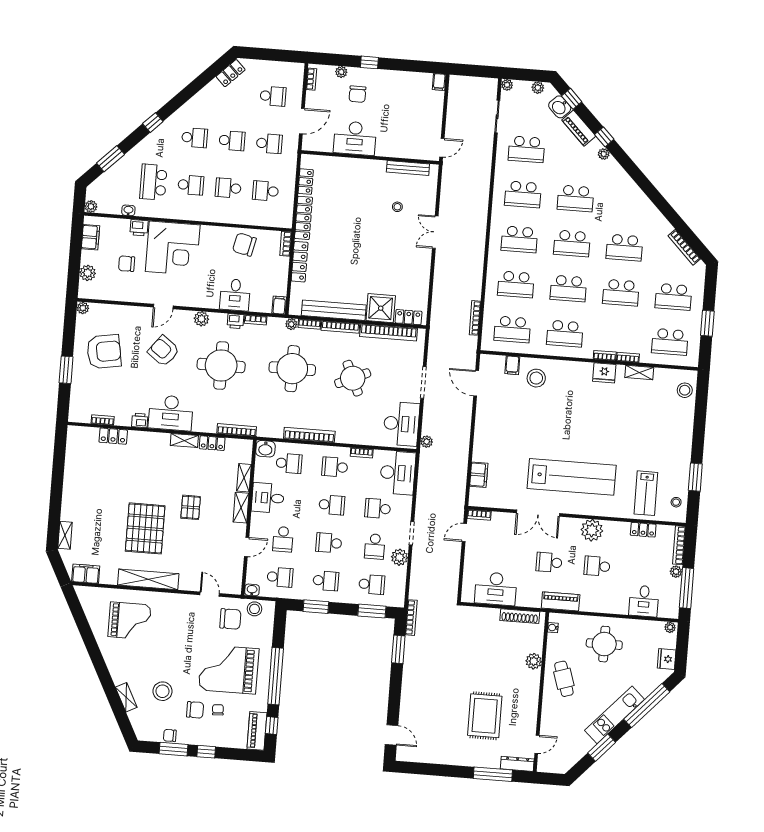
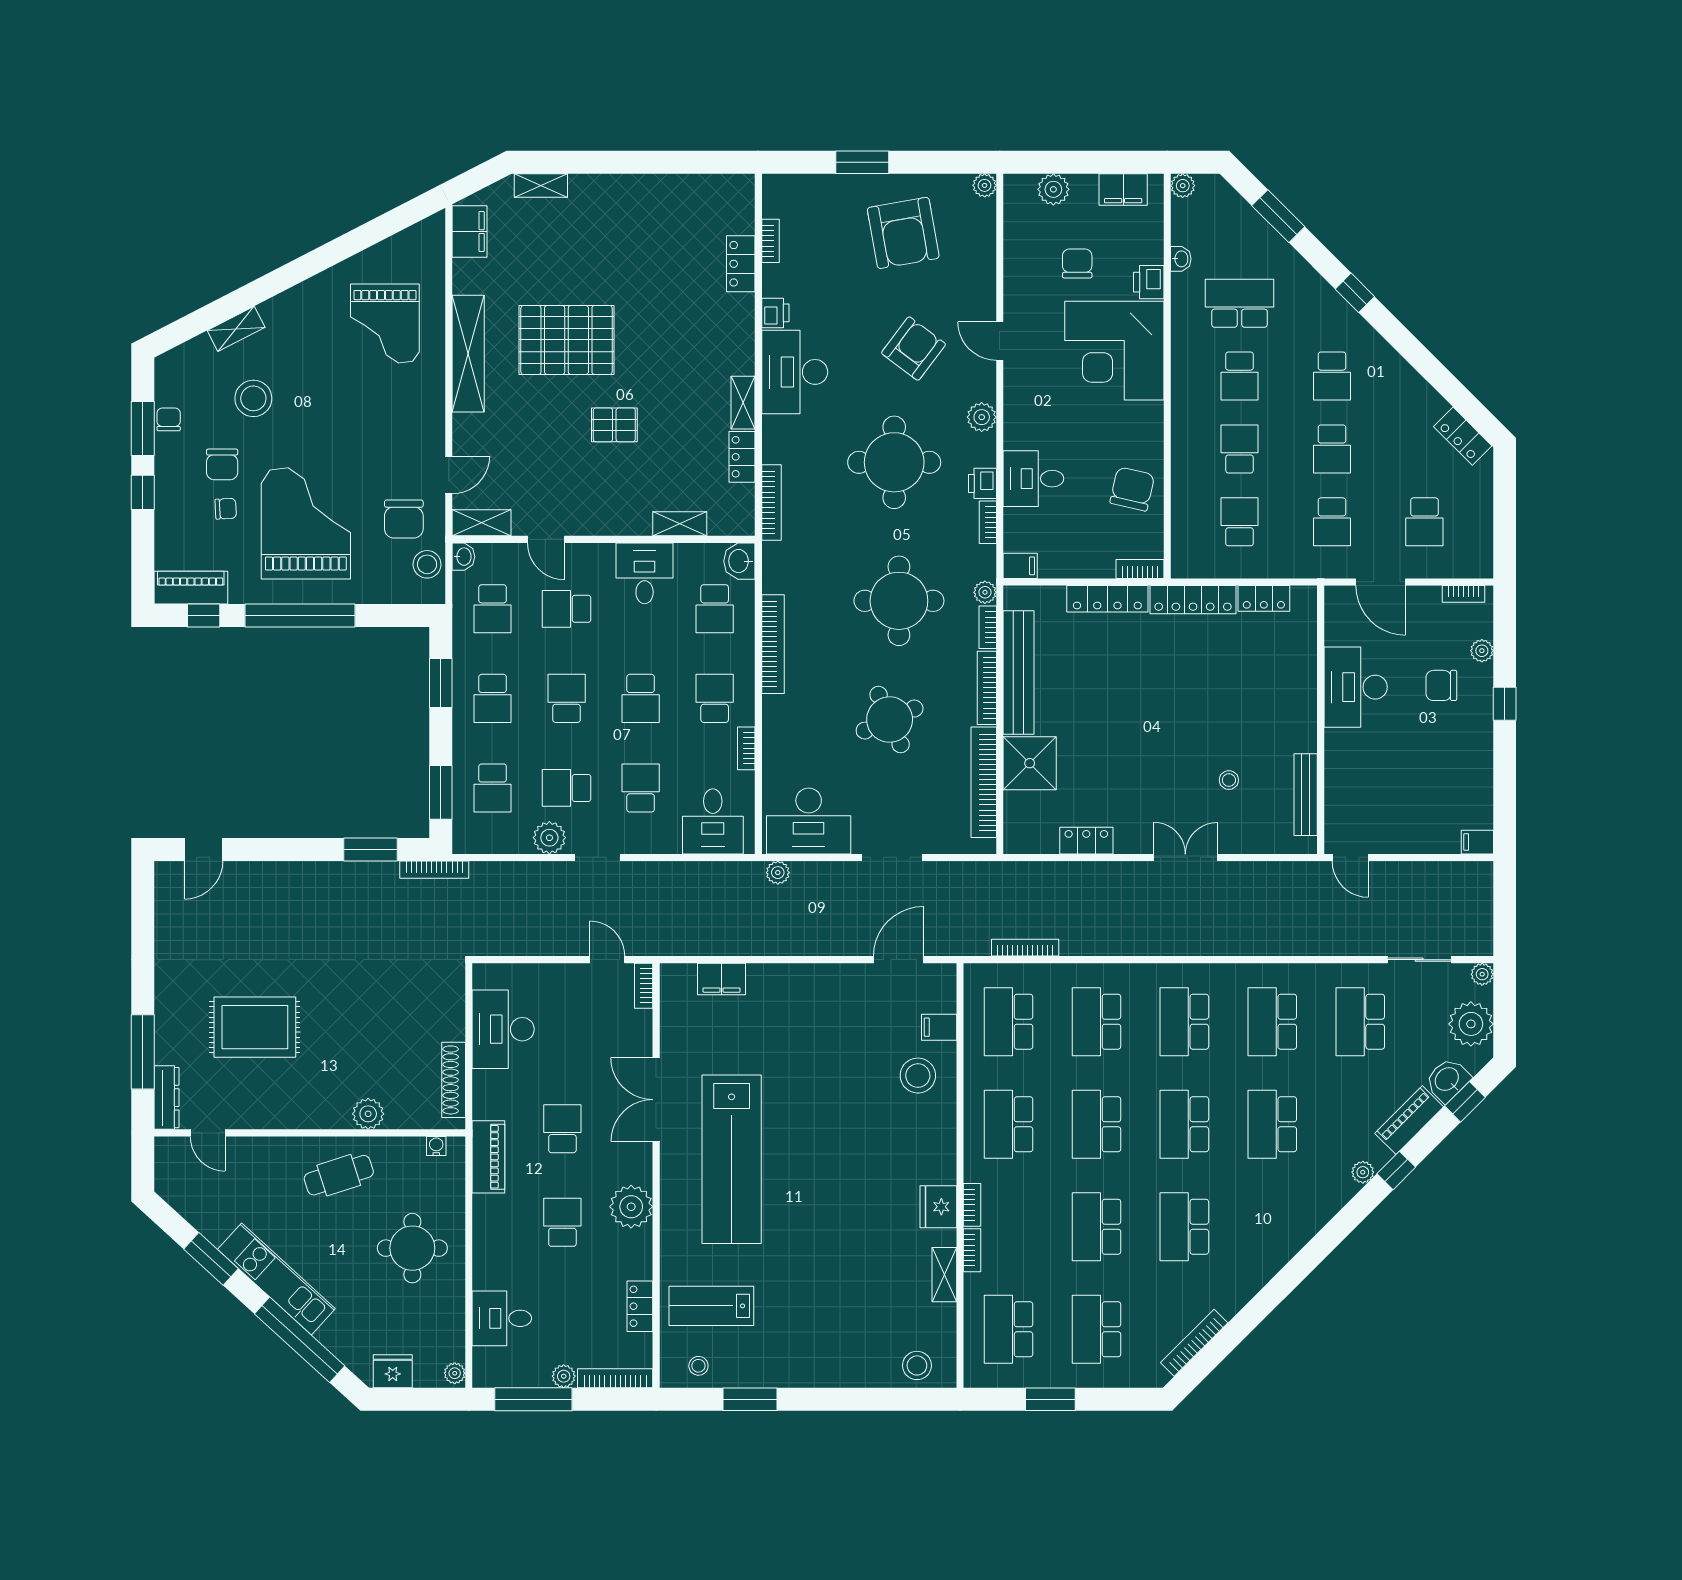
plant: (538, 88) -> (1471, 1024), width x1.87, depth x1.87
locker: (409, 317) -> (1086, 841), moved, turned -90
desk: (398, 473) -> (713, 821), width x0.73
shelving: (241, 508) -> (482, 523), moved

